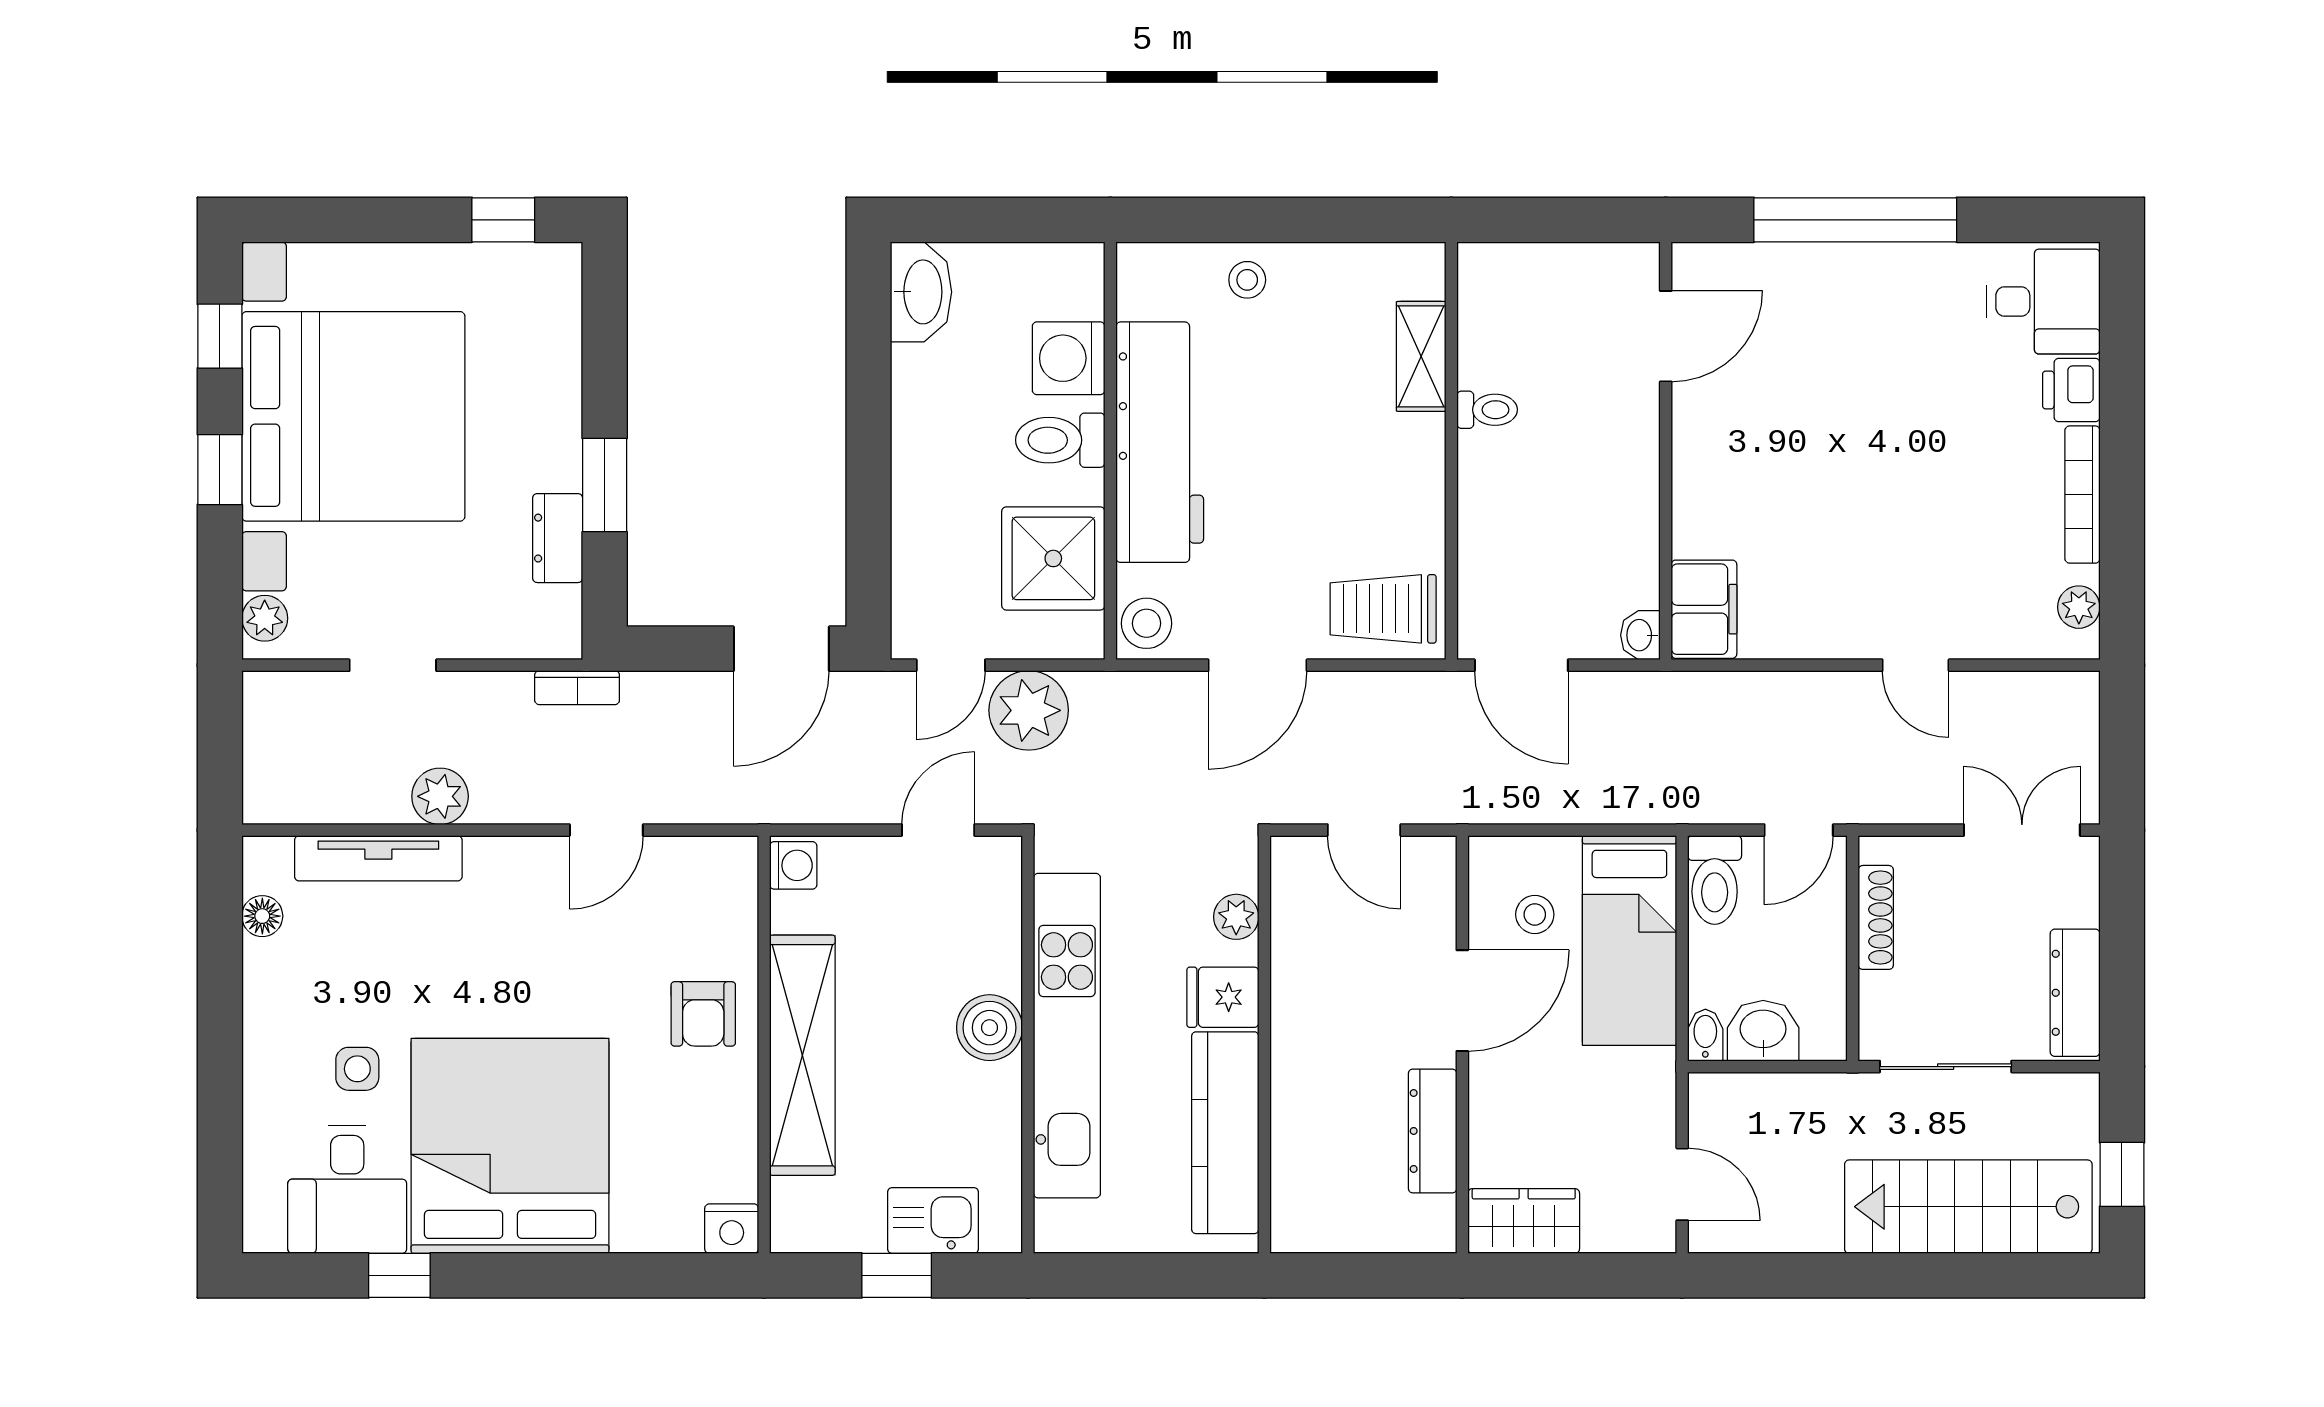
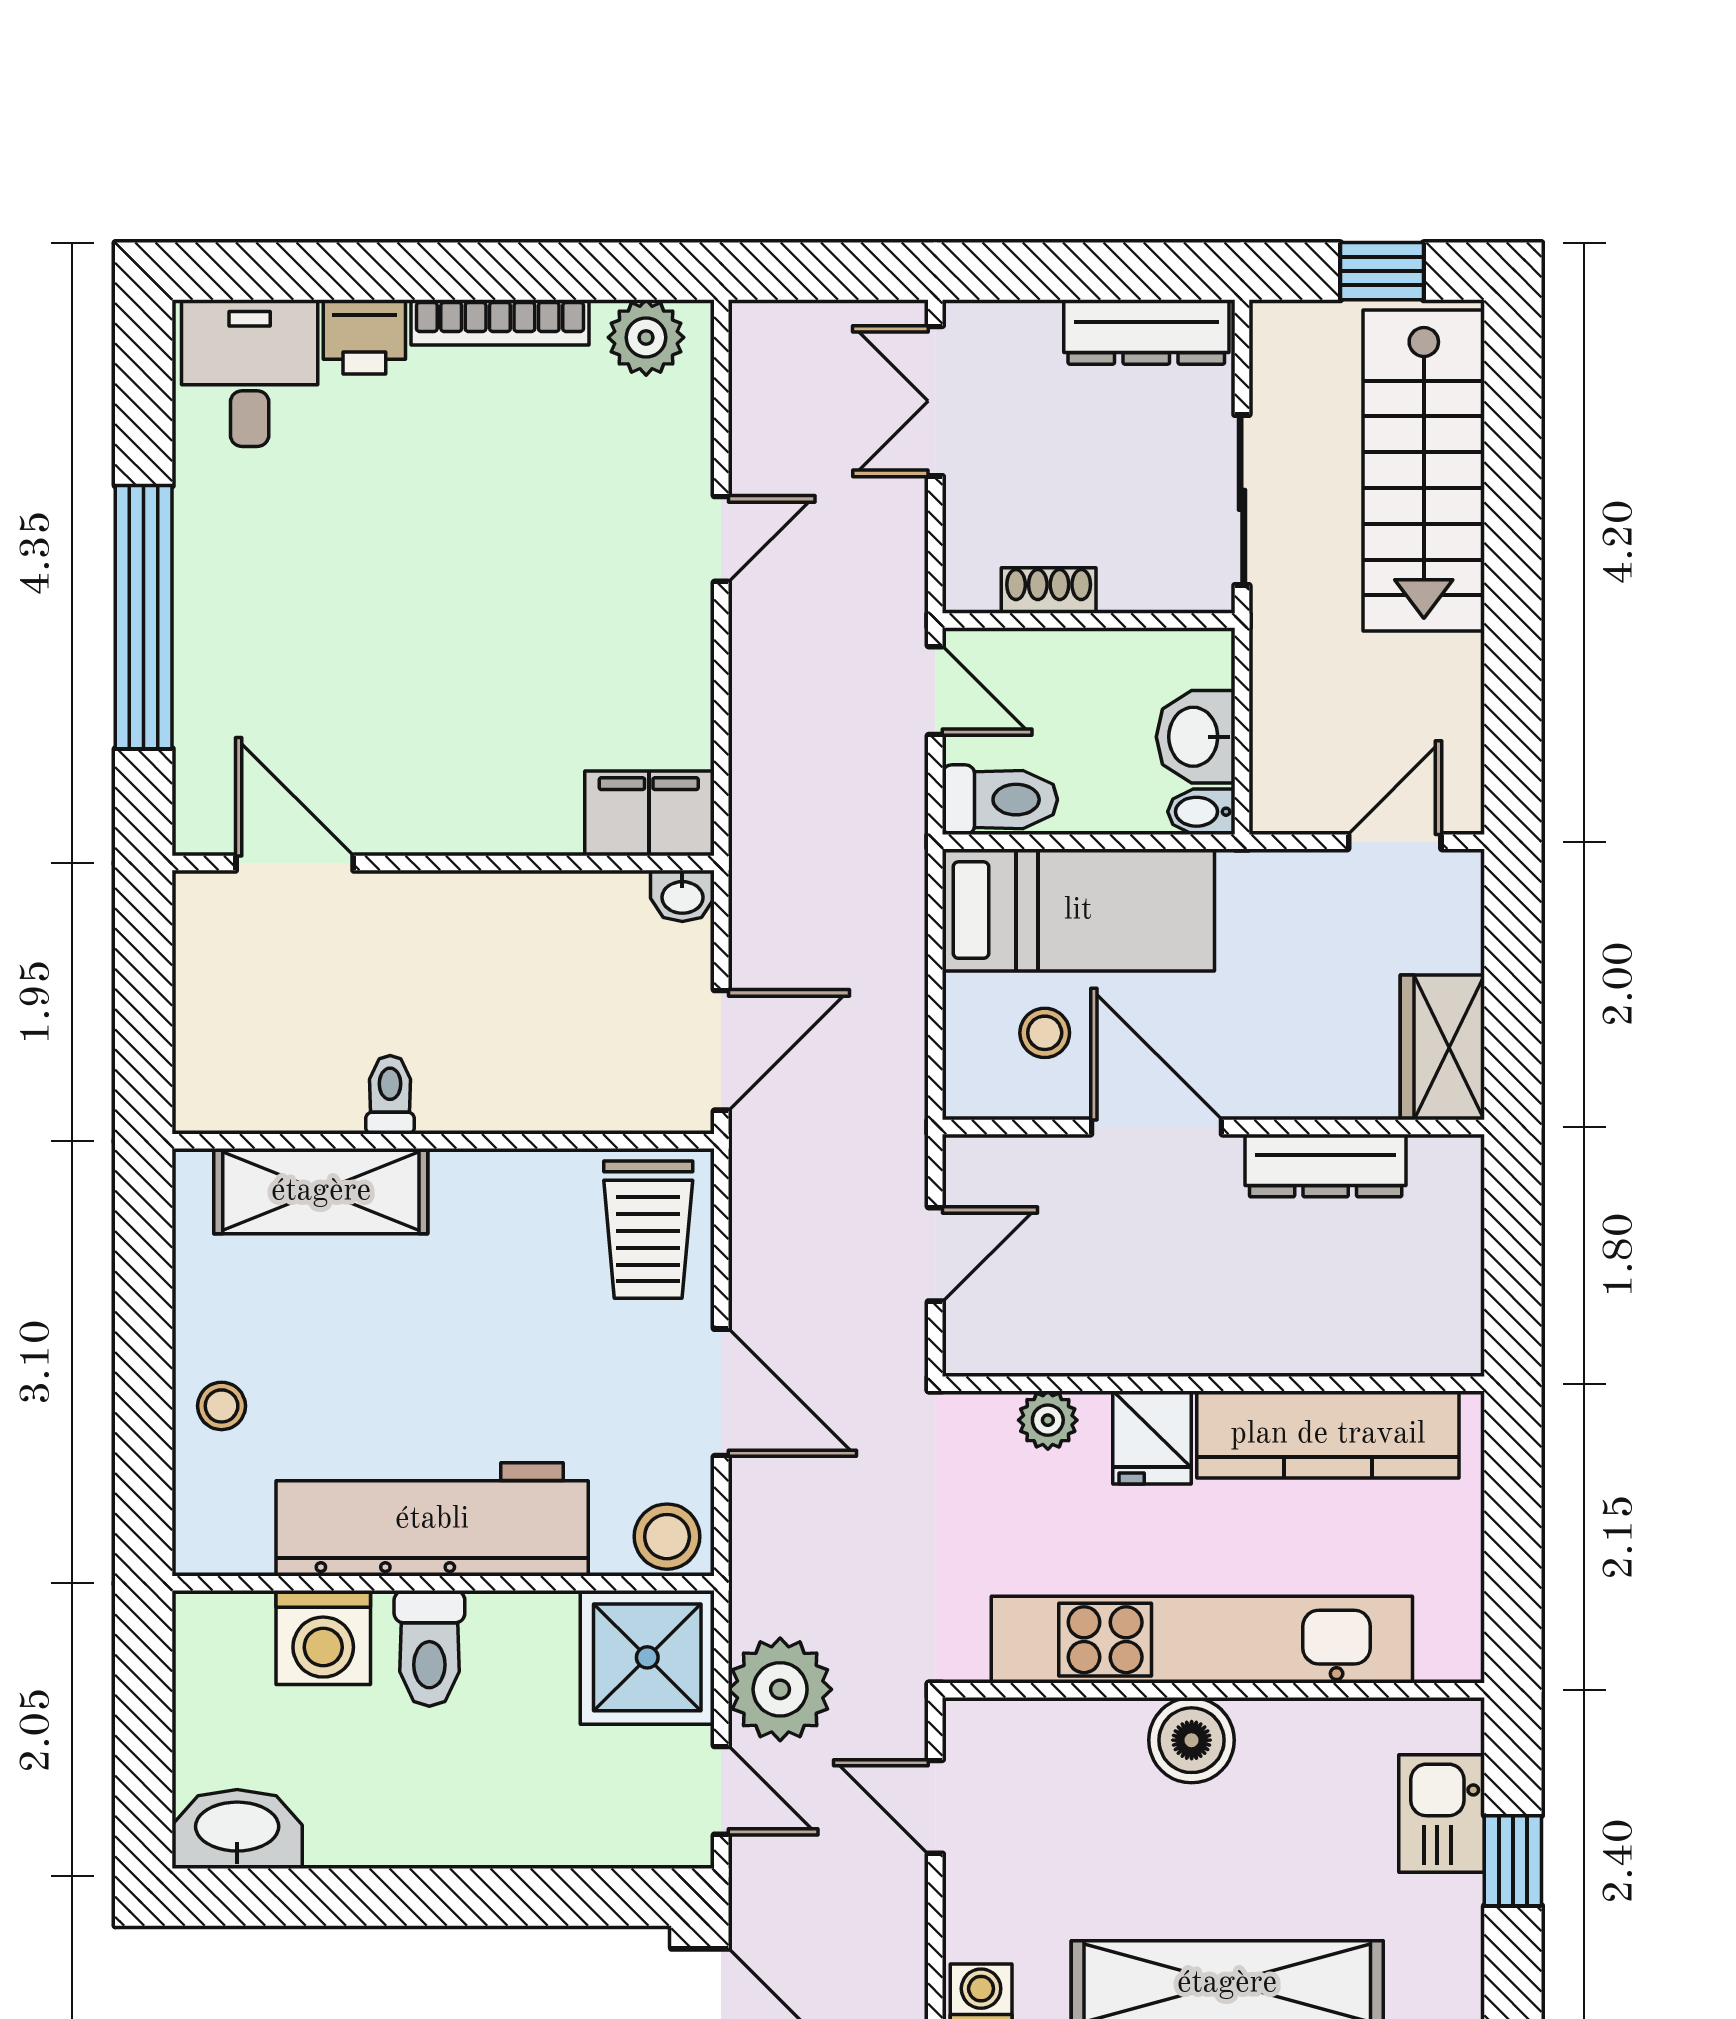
shelving: (1421, 356) -> (321, 1191), width x1.50, depth x1.33
shower: (1053, 558) -> (647, 1657), moved
plant: (2079, 607) -> (646, 337), width x1.38, depth x1.38
shoe rack: (1876, 917) -> (1049, 591), width x0.70

